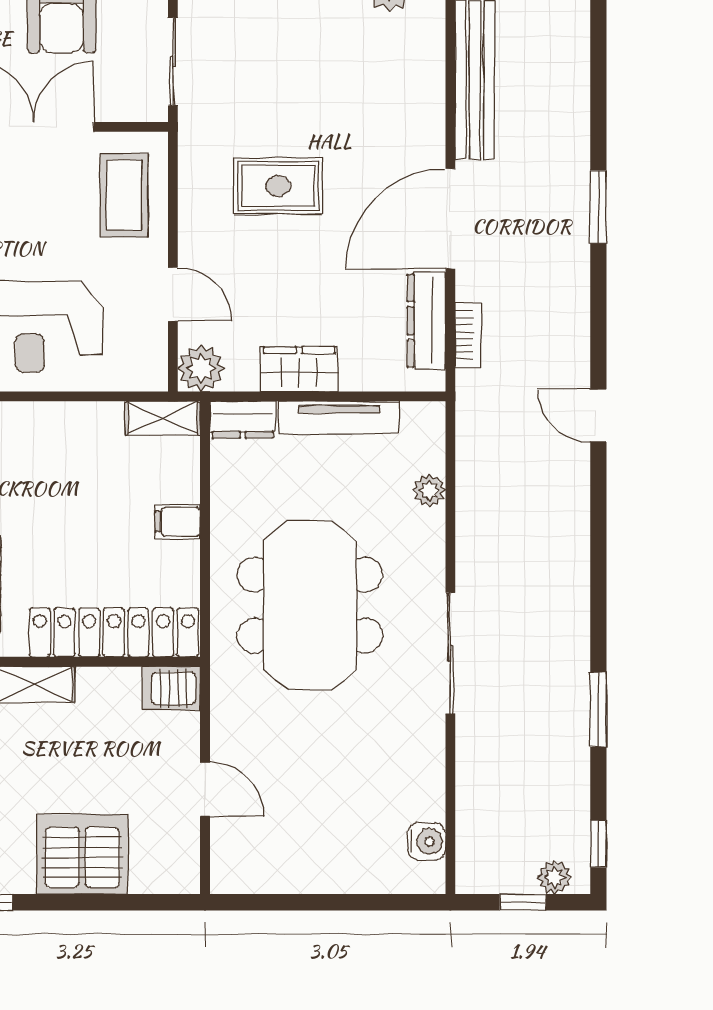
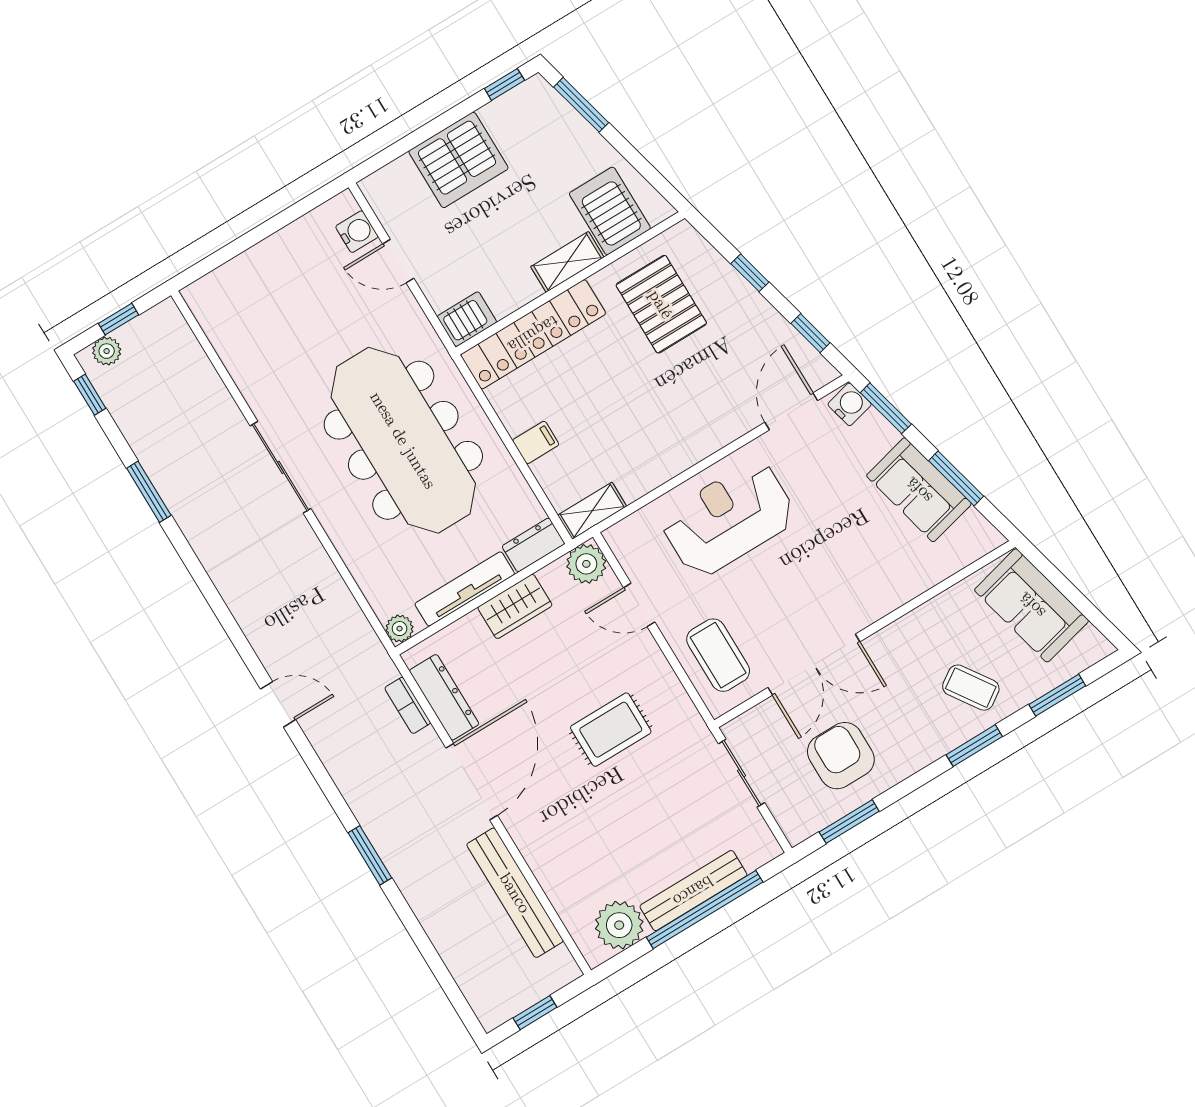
plant: (429, 491) -> (400, 629), moved
meeting table: (310, 605) -> (403, 440), width x1.36
water cooler: (427, 841) -> (357, 232), moved, turned 180

